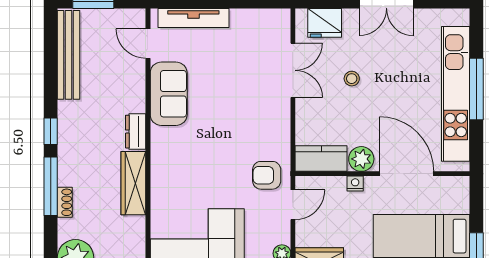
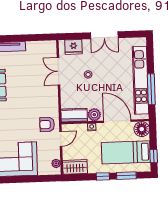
double door: (293, 70) -> (58, 71), swing flipped
window: (476, 89) -> (151, 89), moved
floor lamp: (455, 191) -> (142, 129), added

